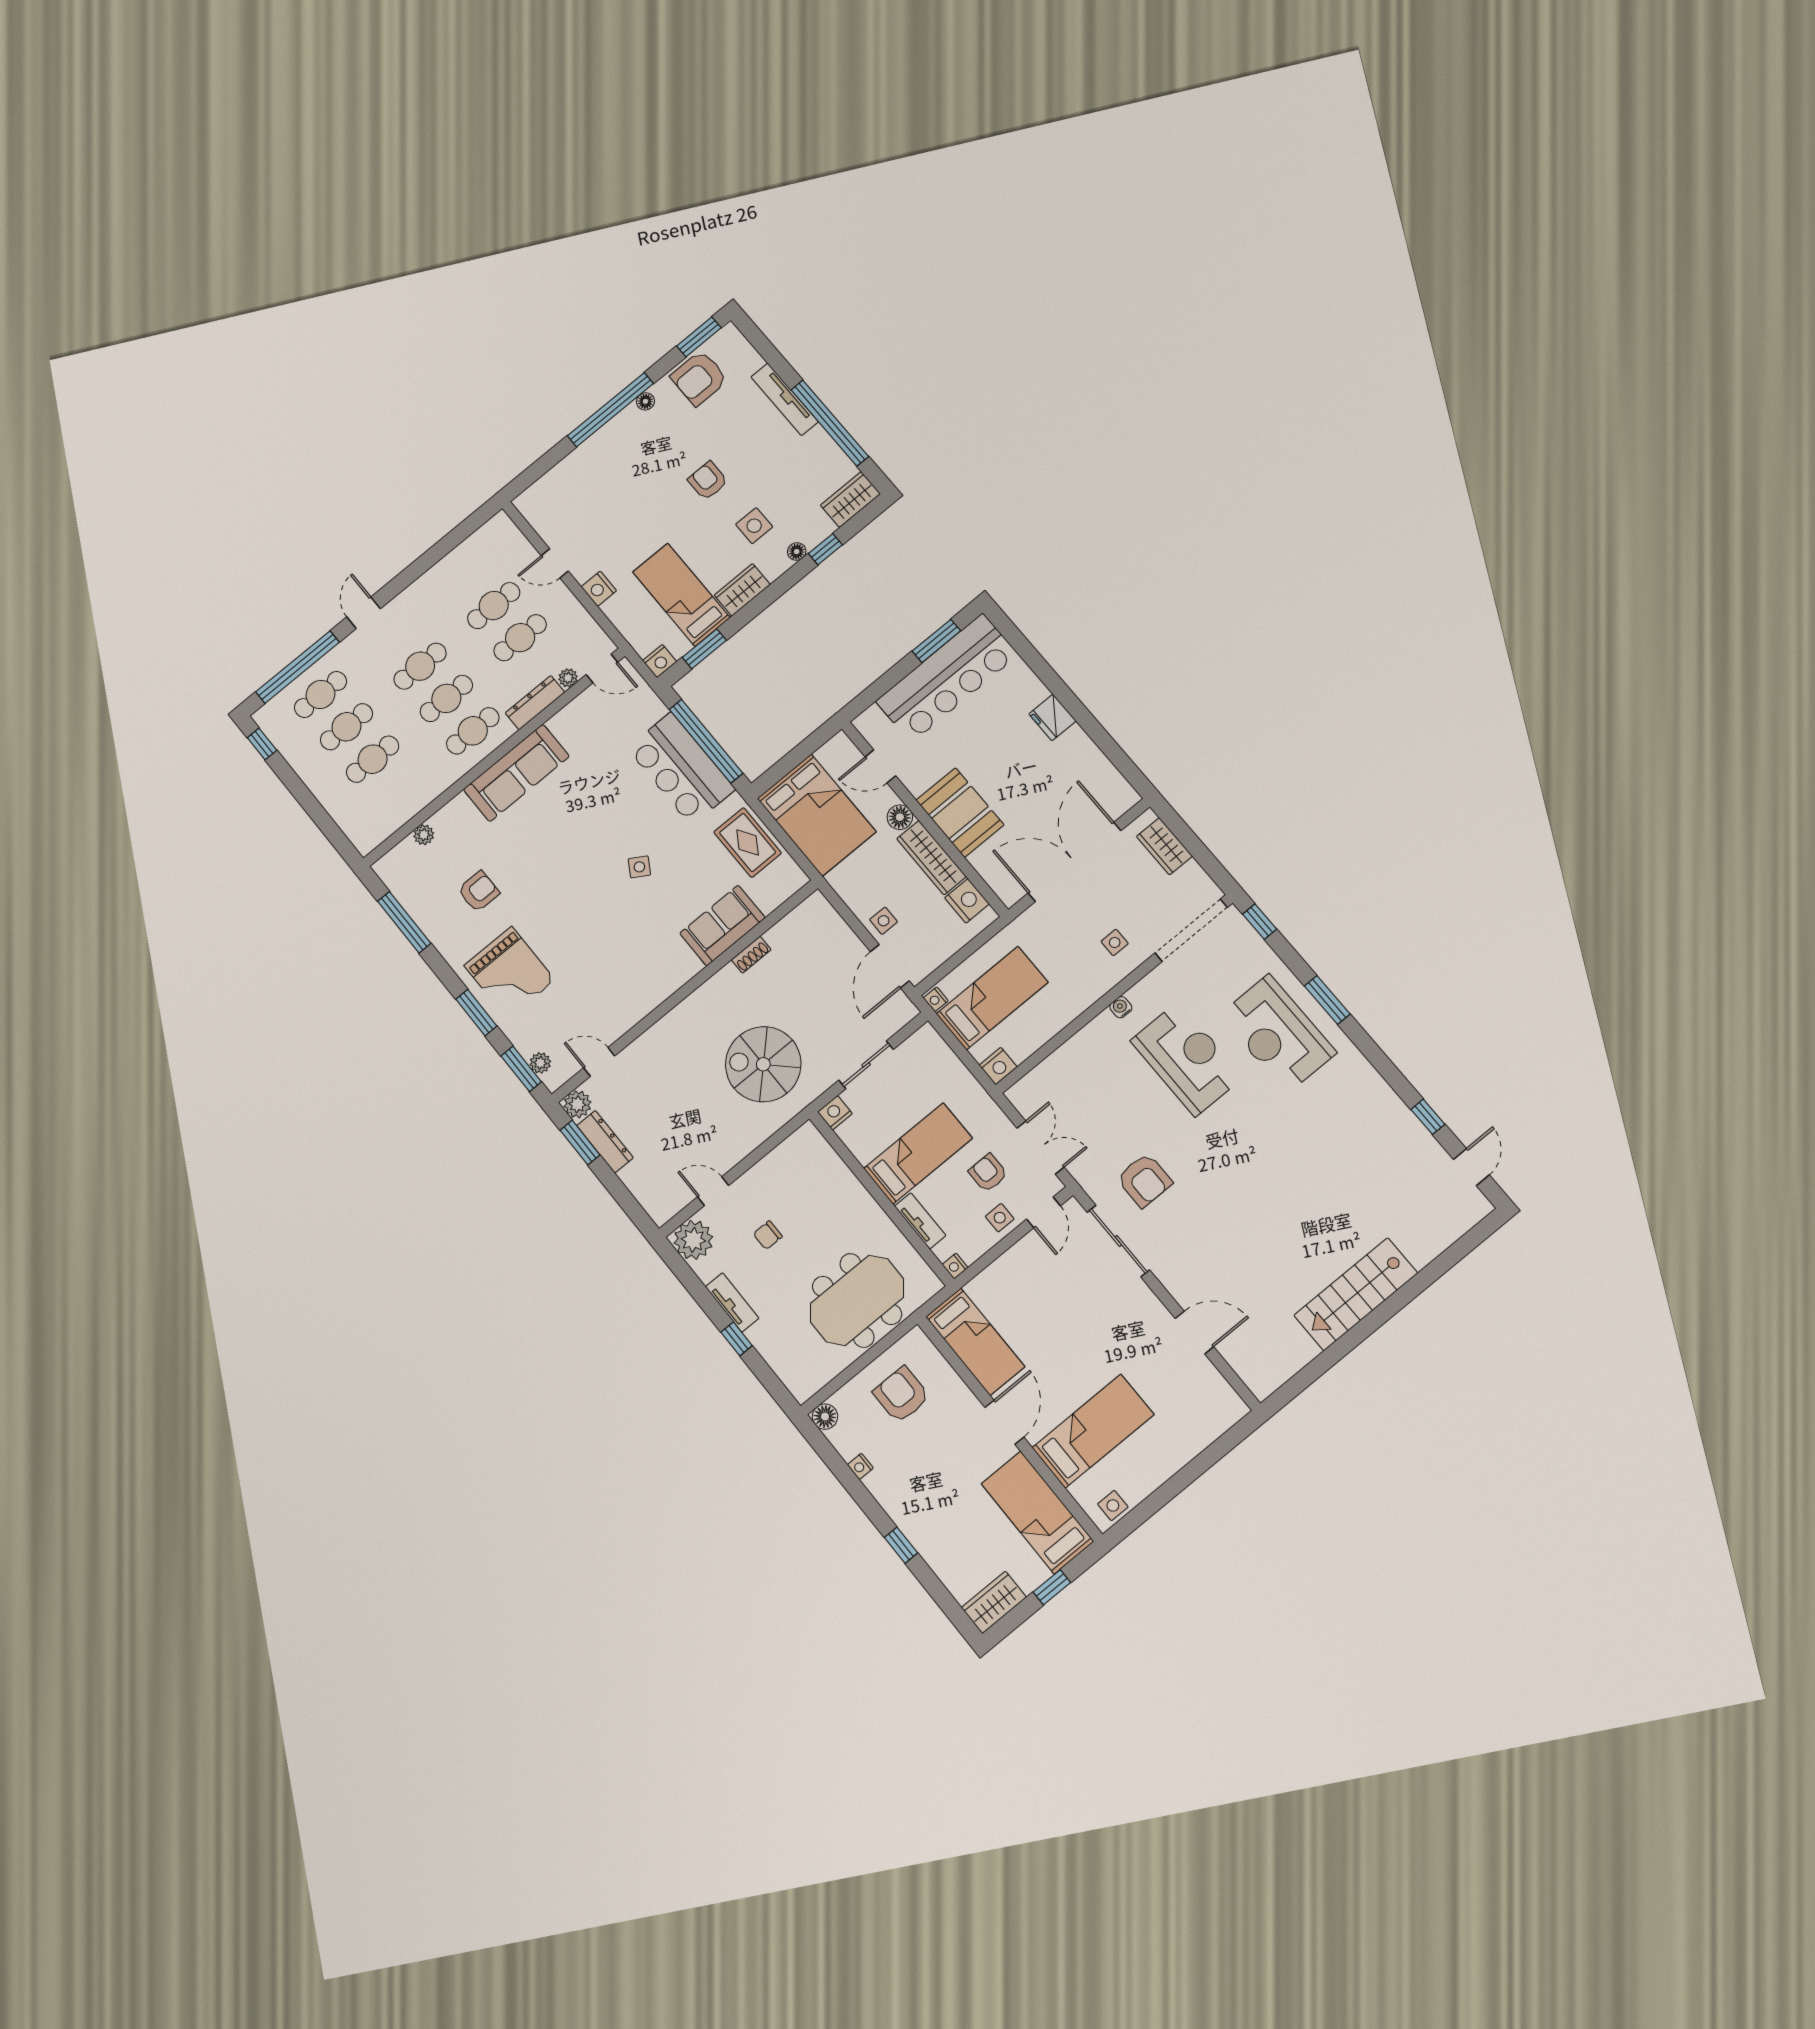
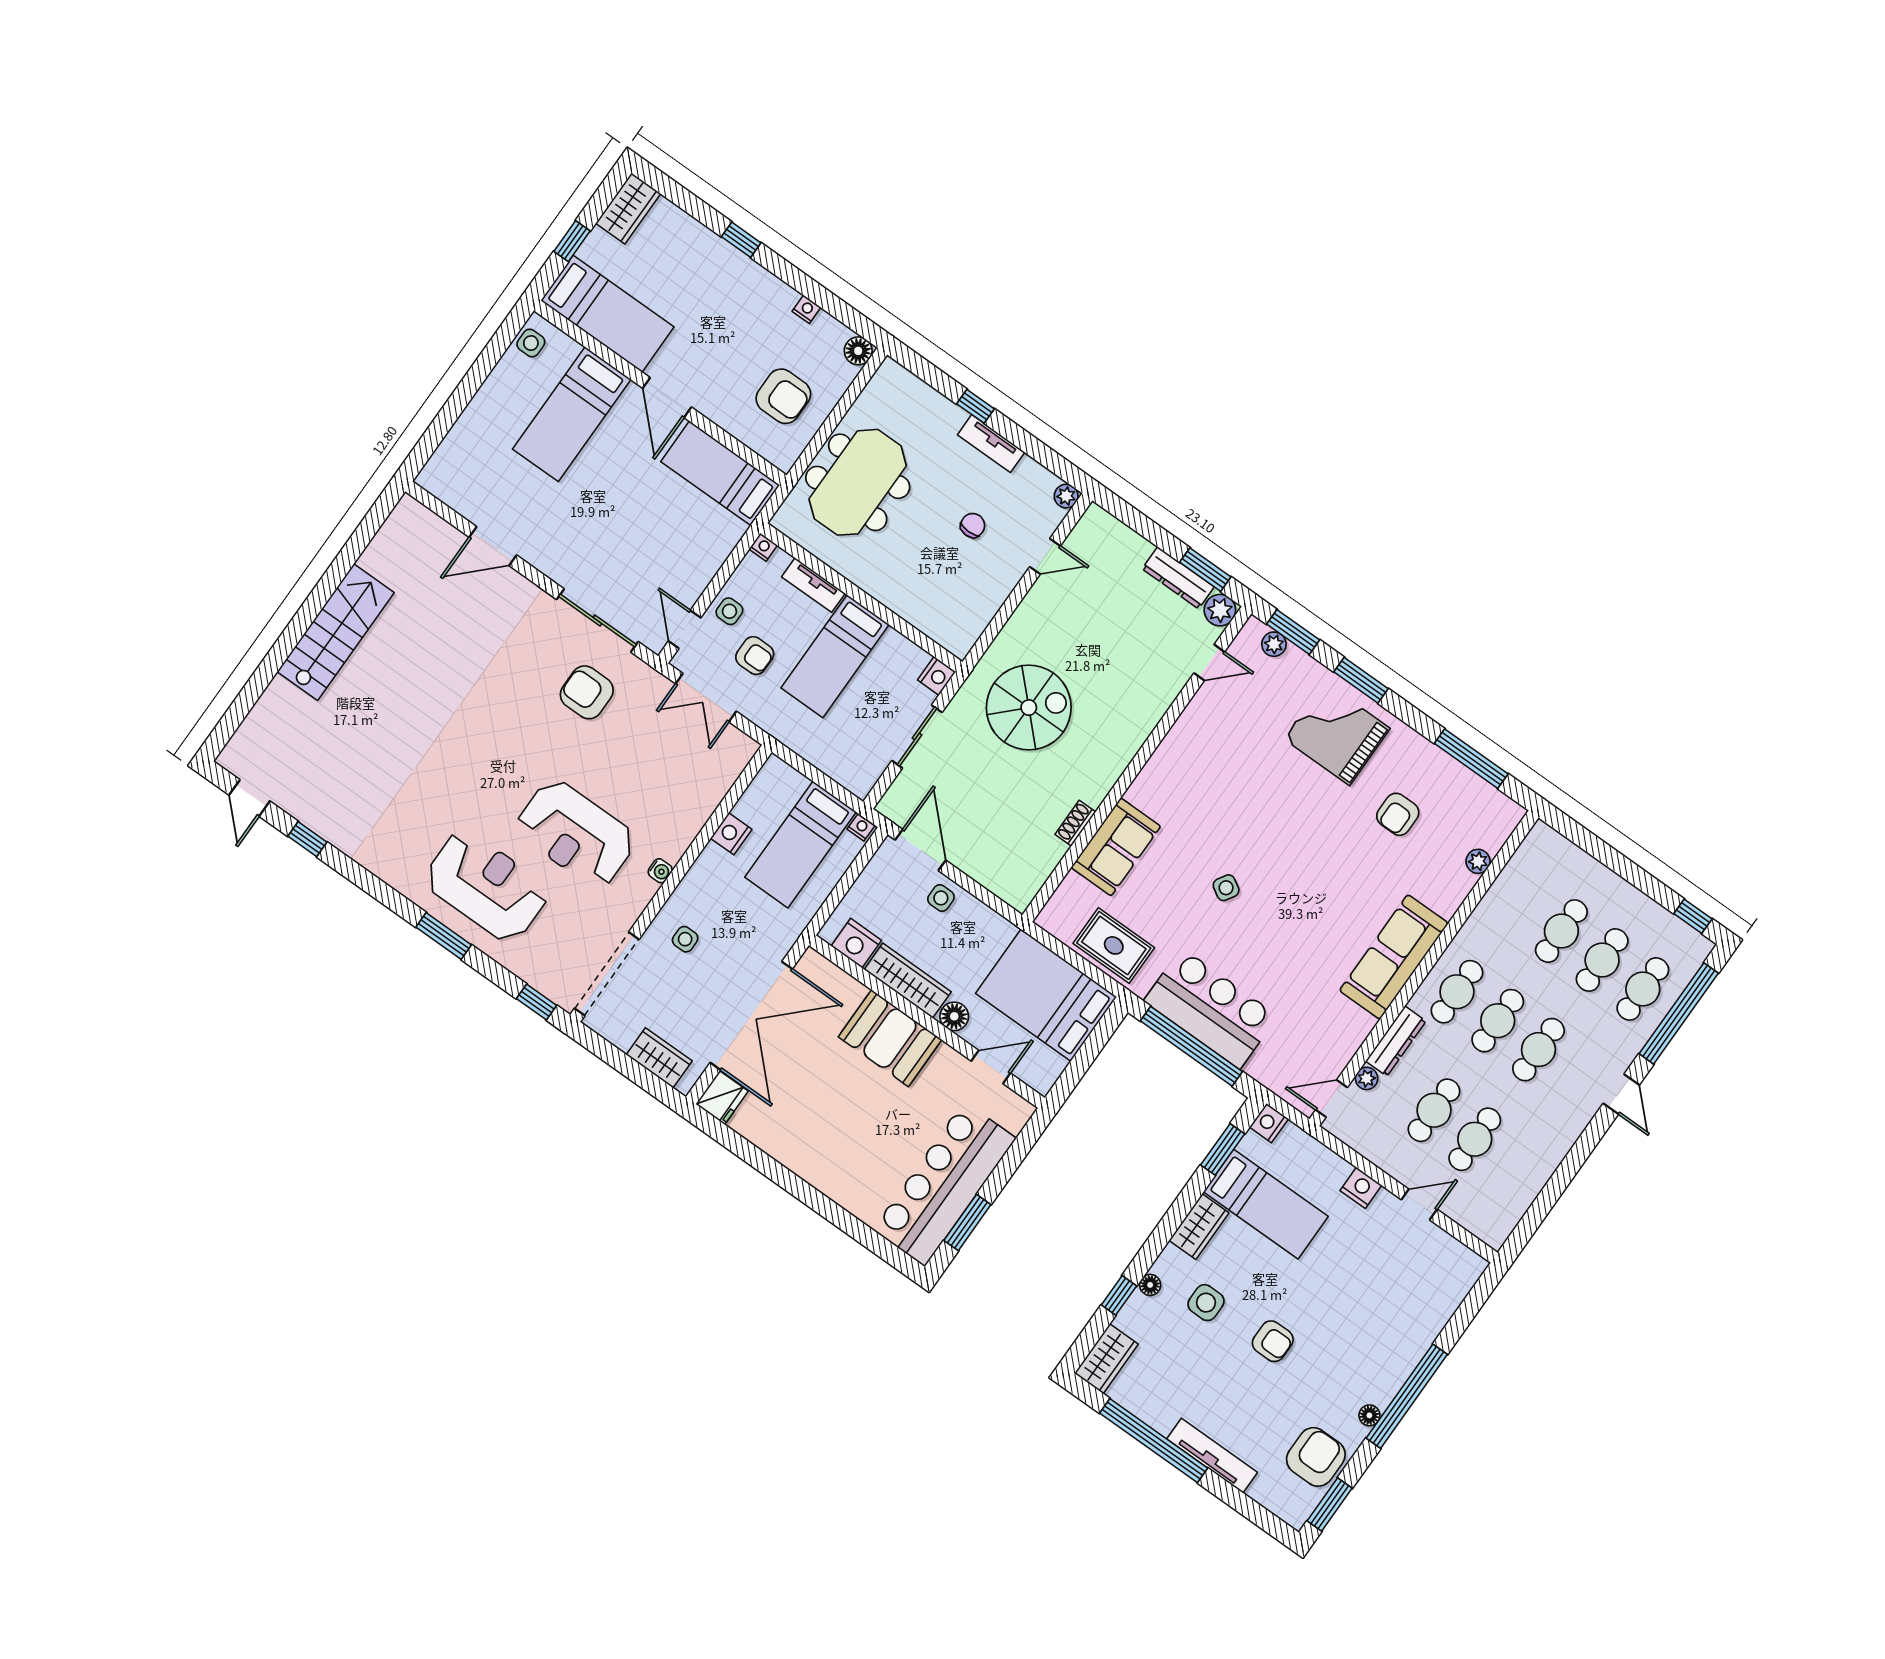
fridge: (1052, 717) -> (722, 1098), moved, turned 90
nightstand: (998, 1066) -> (731, 834), moved
plant: (693, 1240) -> (1066, 496), width x0.53, depth x0.53

